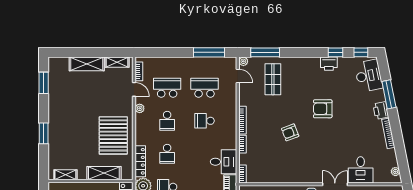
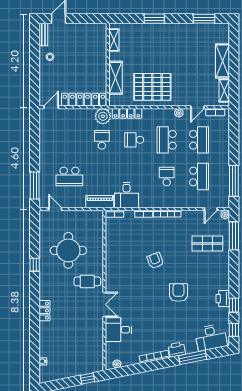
school desk: (167, 121) -> (167, 140), width x1.85

